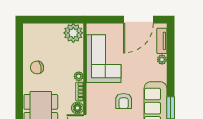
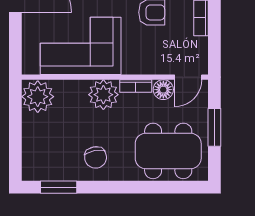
window: (19, 45) -> (59, 187), added
plant: (79, 76) -> (103, 95), width x1.88, depth x1.88

